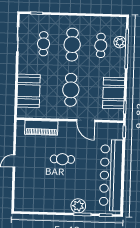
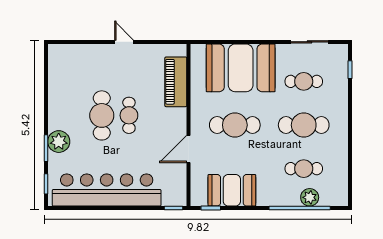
booth: (29, 91) -> (241, 68), width x1.36, depth x1.42
cafe table: (62, 177) -> (102, 115), added

